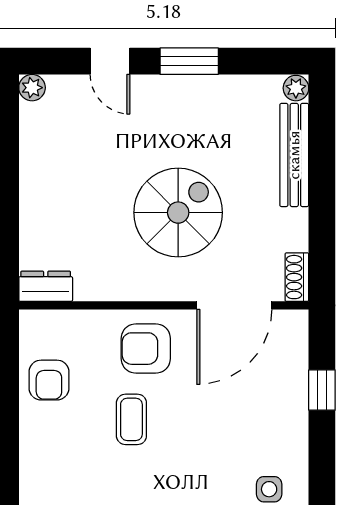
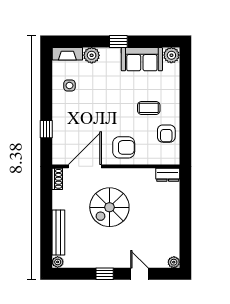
window: (189, 61) -> (105, 274), width x0.67
armchair: (49, 380) -> (166, 134), turned 180
coffee table: (131, 419) -> (149, 108), moved, turned 90

